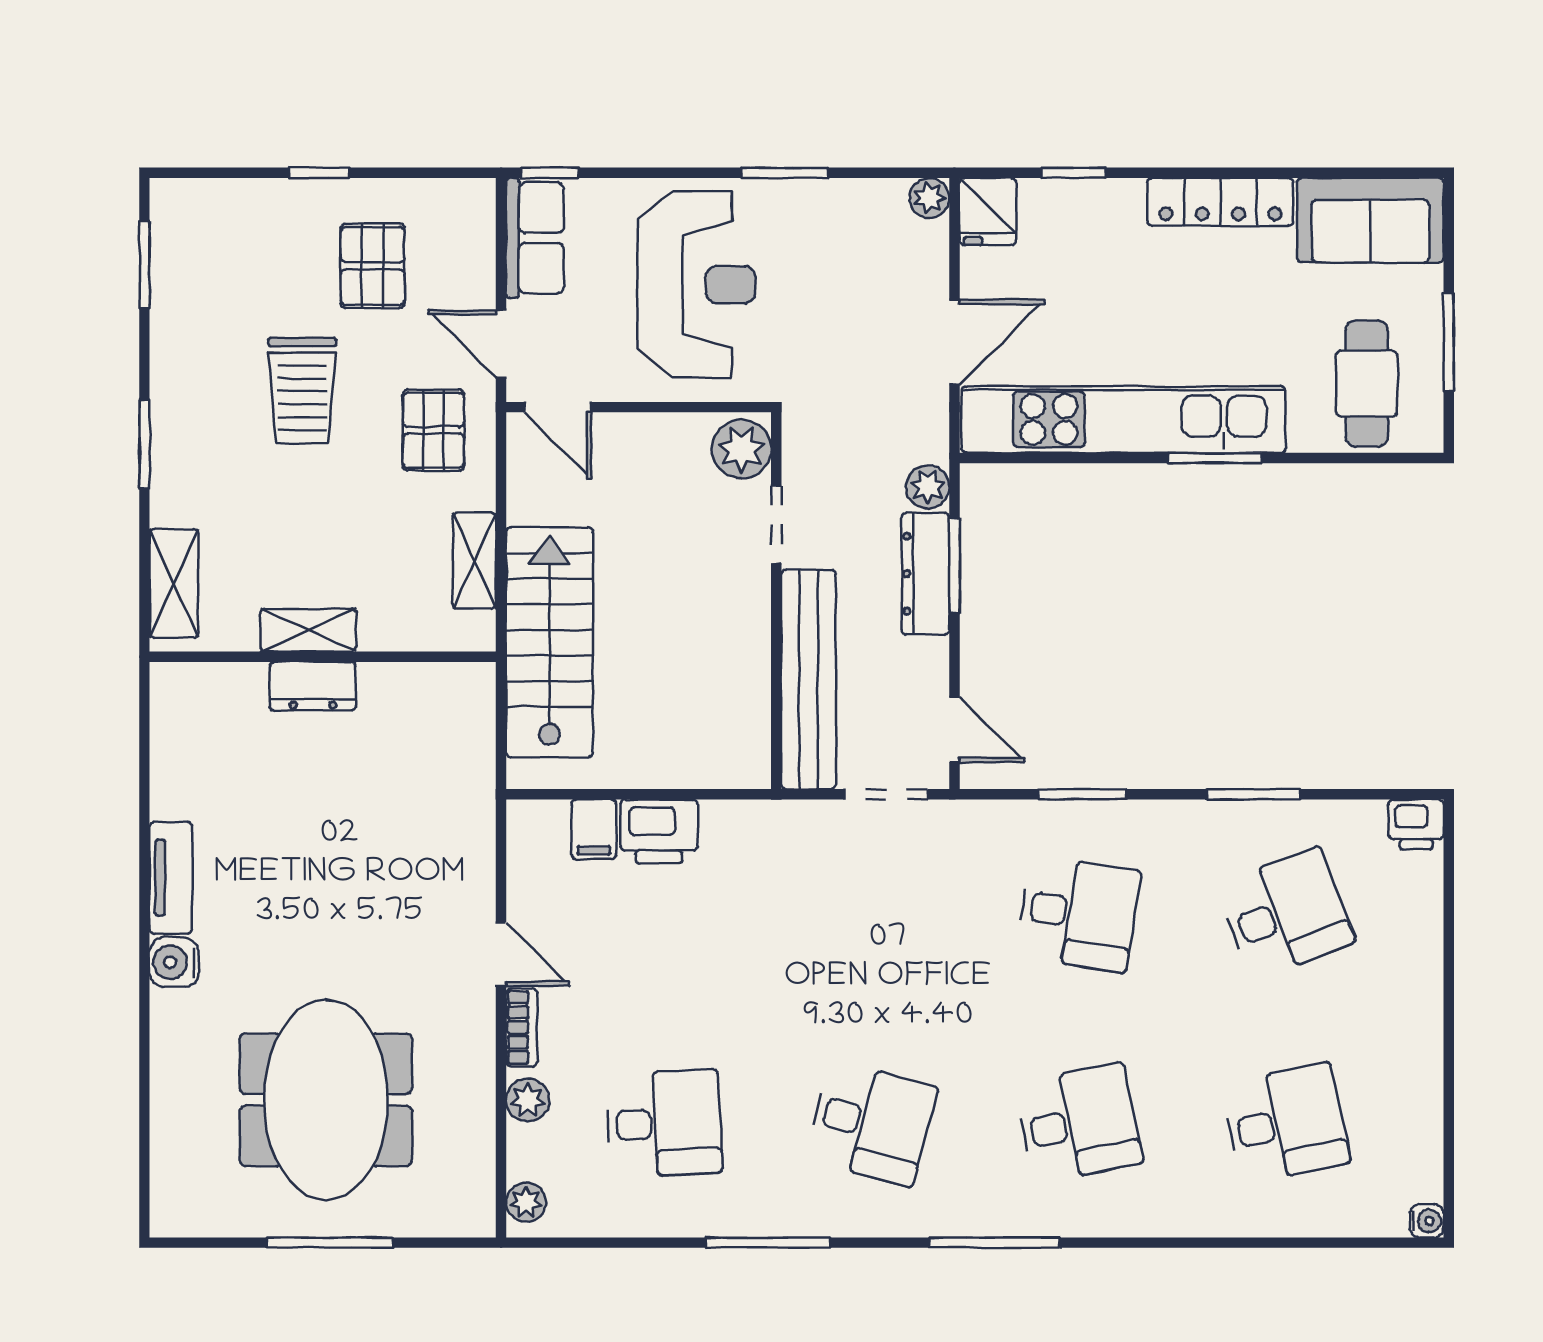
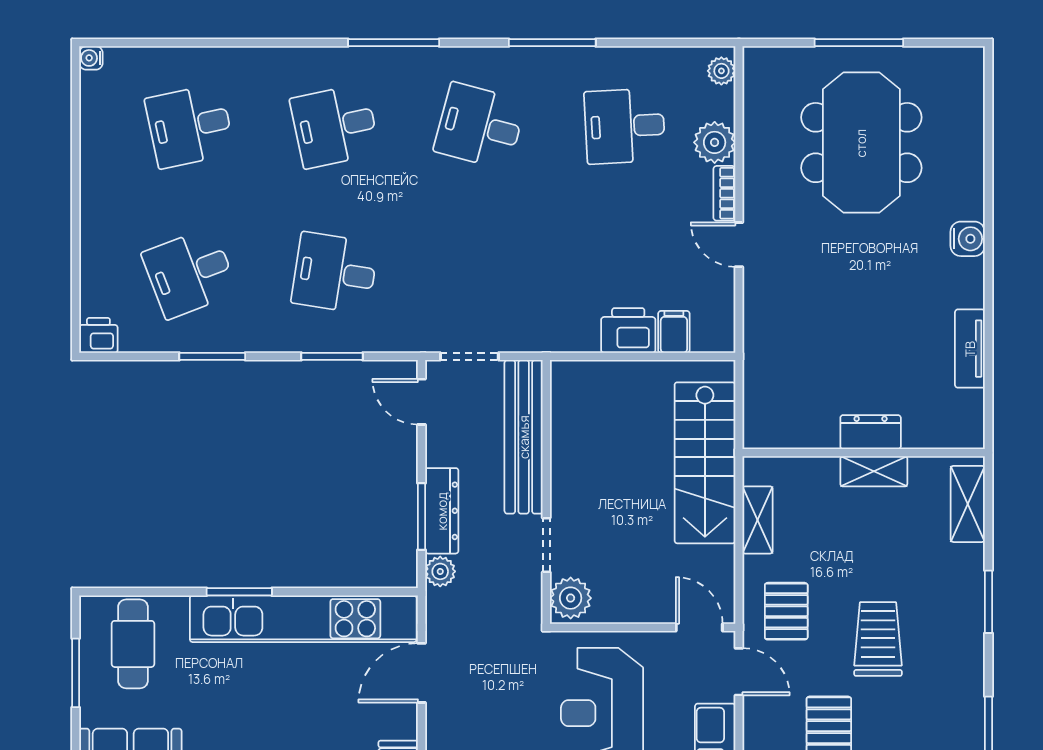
tv unit: (171, 878) -> (970, 349), moved
plant: (528, 1100) -> (715, 142), width x1.38, depth x1.38

